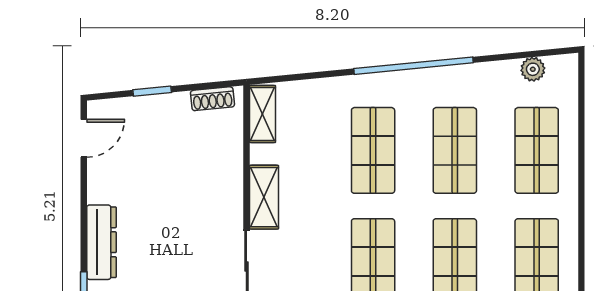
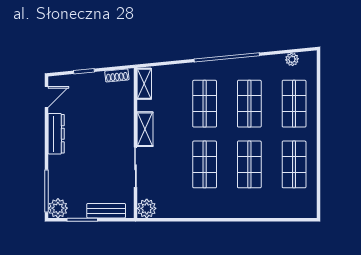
dresser: (101, 242) -> (56, 134), moved

